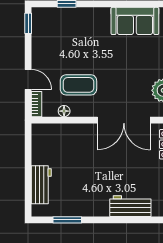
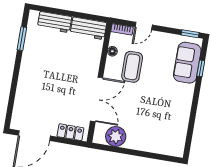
sofa: (135, 21) -> (187, 63), moved
double door: (124, 120) -> (97, 99), swing flipped
workbench: (130, 206) -> (88, 28), moved, turned 90

